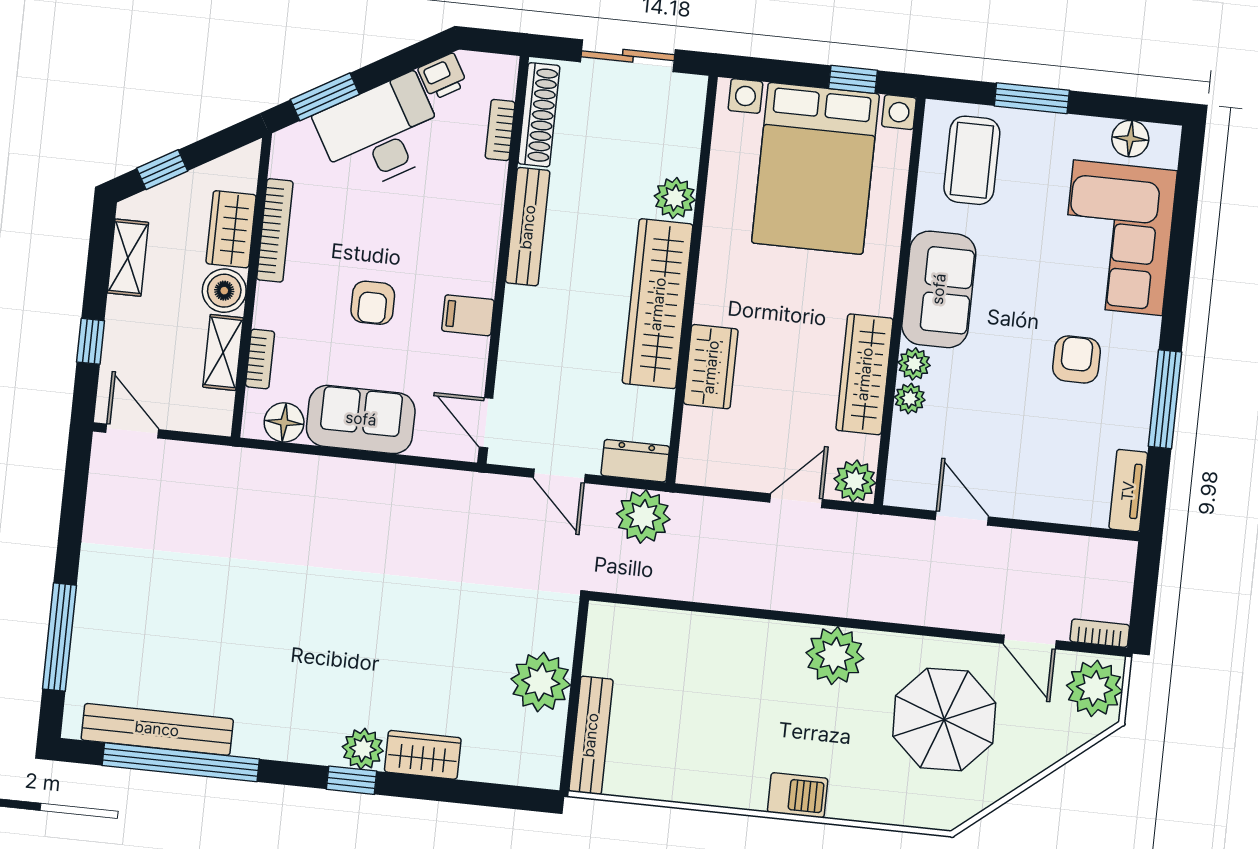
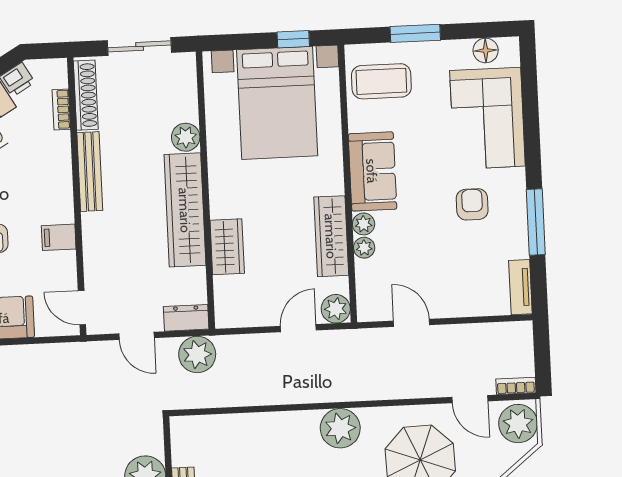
coffee table: (972, 160) -> (381, 81), turned 90

